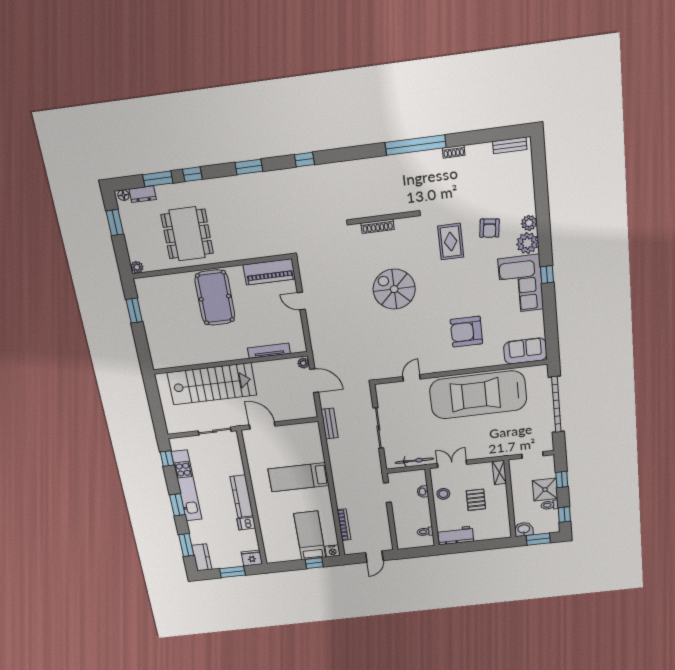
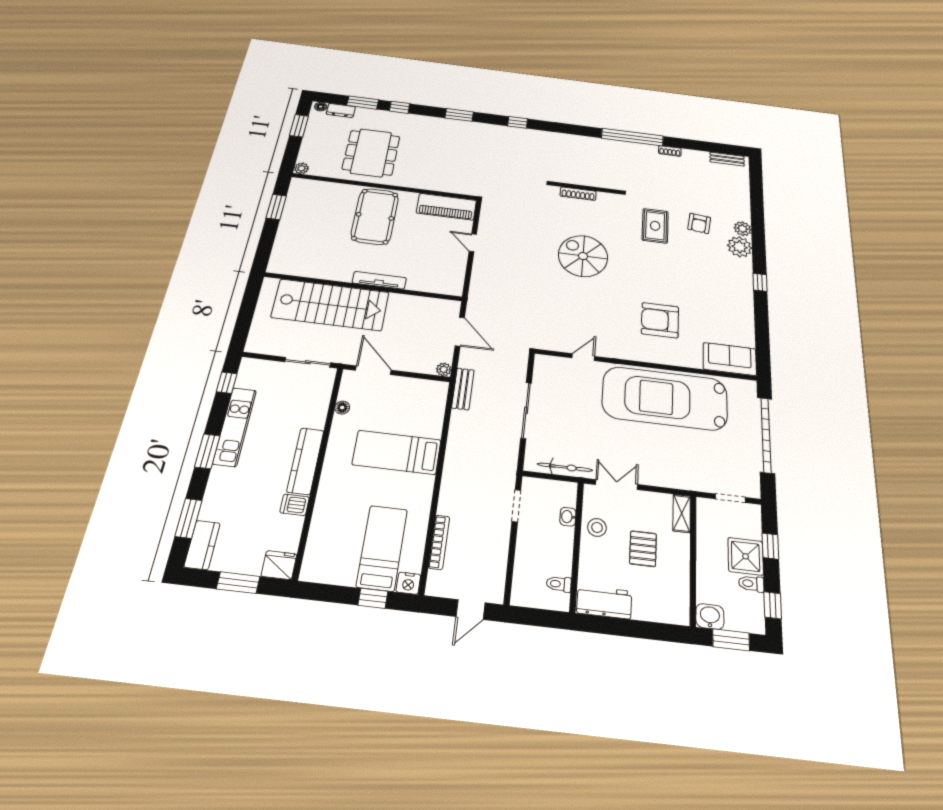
corner sofa: (521, 284) -> (729, 285), removed
tv unit: (269, 351) -> (379, 280), moved
plant: (303, 363) -> (444, 369), moved
floor lamp: (251, 457) -> (342, 408), added
kitchen unit: (187, 486) -> (235, 427), width x0.73

